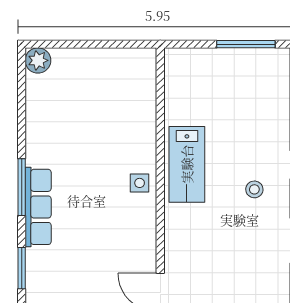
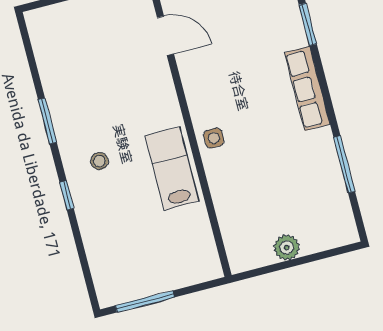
plant: (38, 60) -> (287, 247), moved
window: (22, 187) -> (344, 164), moved

